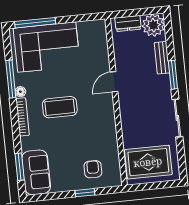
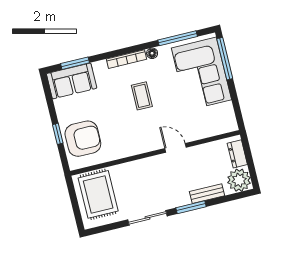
window: (11, 79) -> (178, 38), moved
coffee table: (60, 107) -> (142, 96), width x0.73, depth x0.77
armchair: (93, 169) -> (83, 139), width x1.88, depth x1.88

